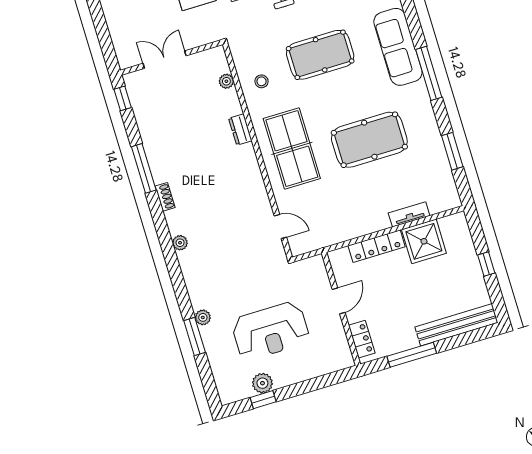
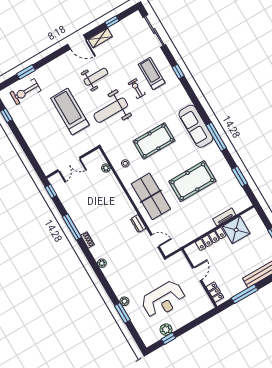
double door: (165, 60) -> (69, 164), swing flipped
dresser: (240, 129) -> (138, 224), moved

